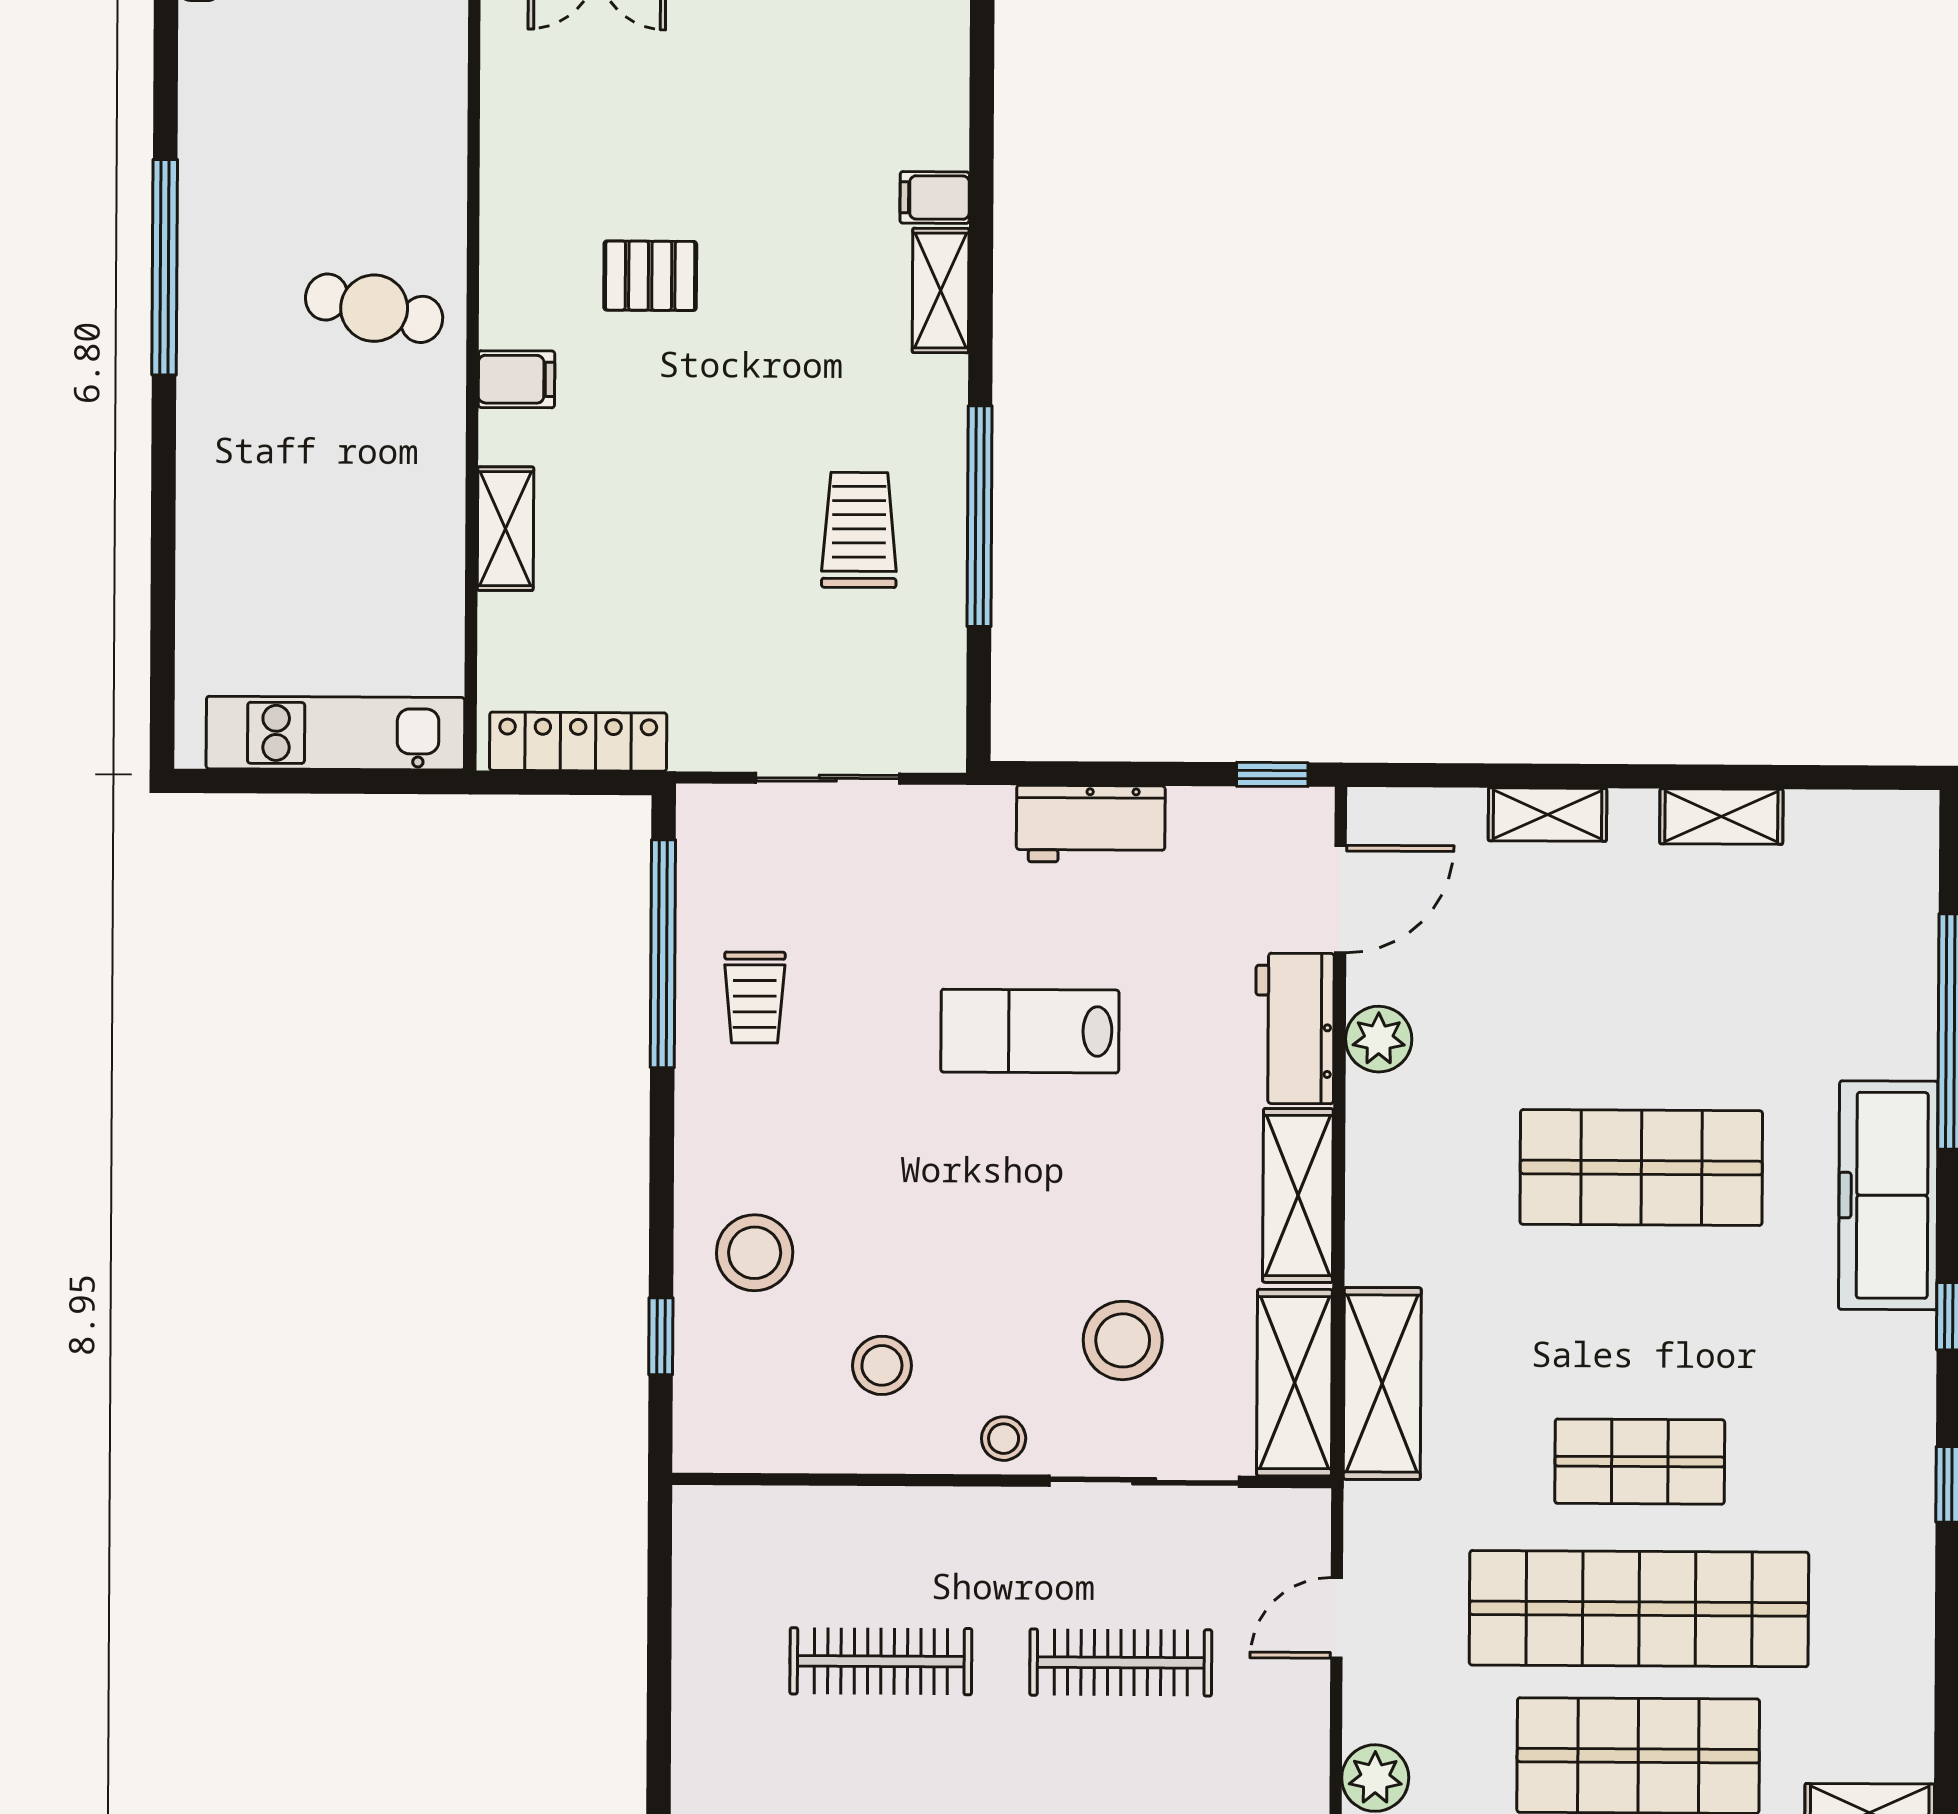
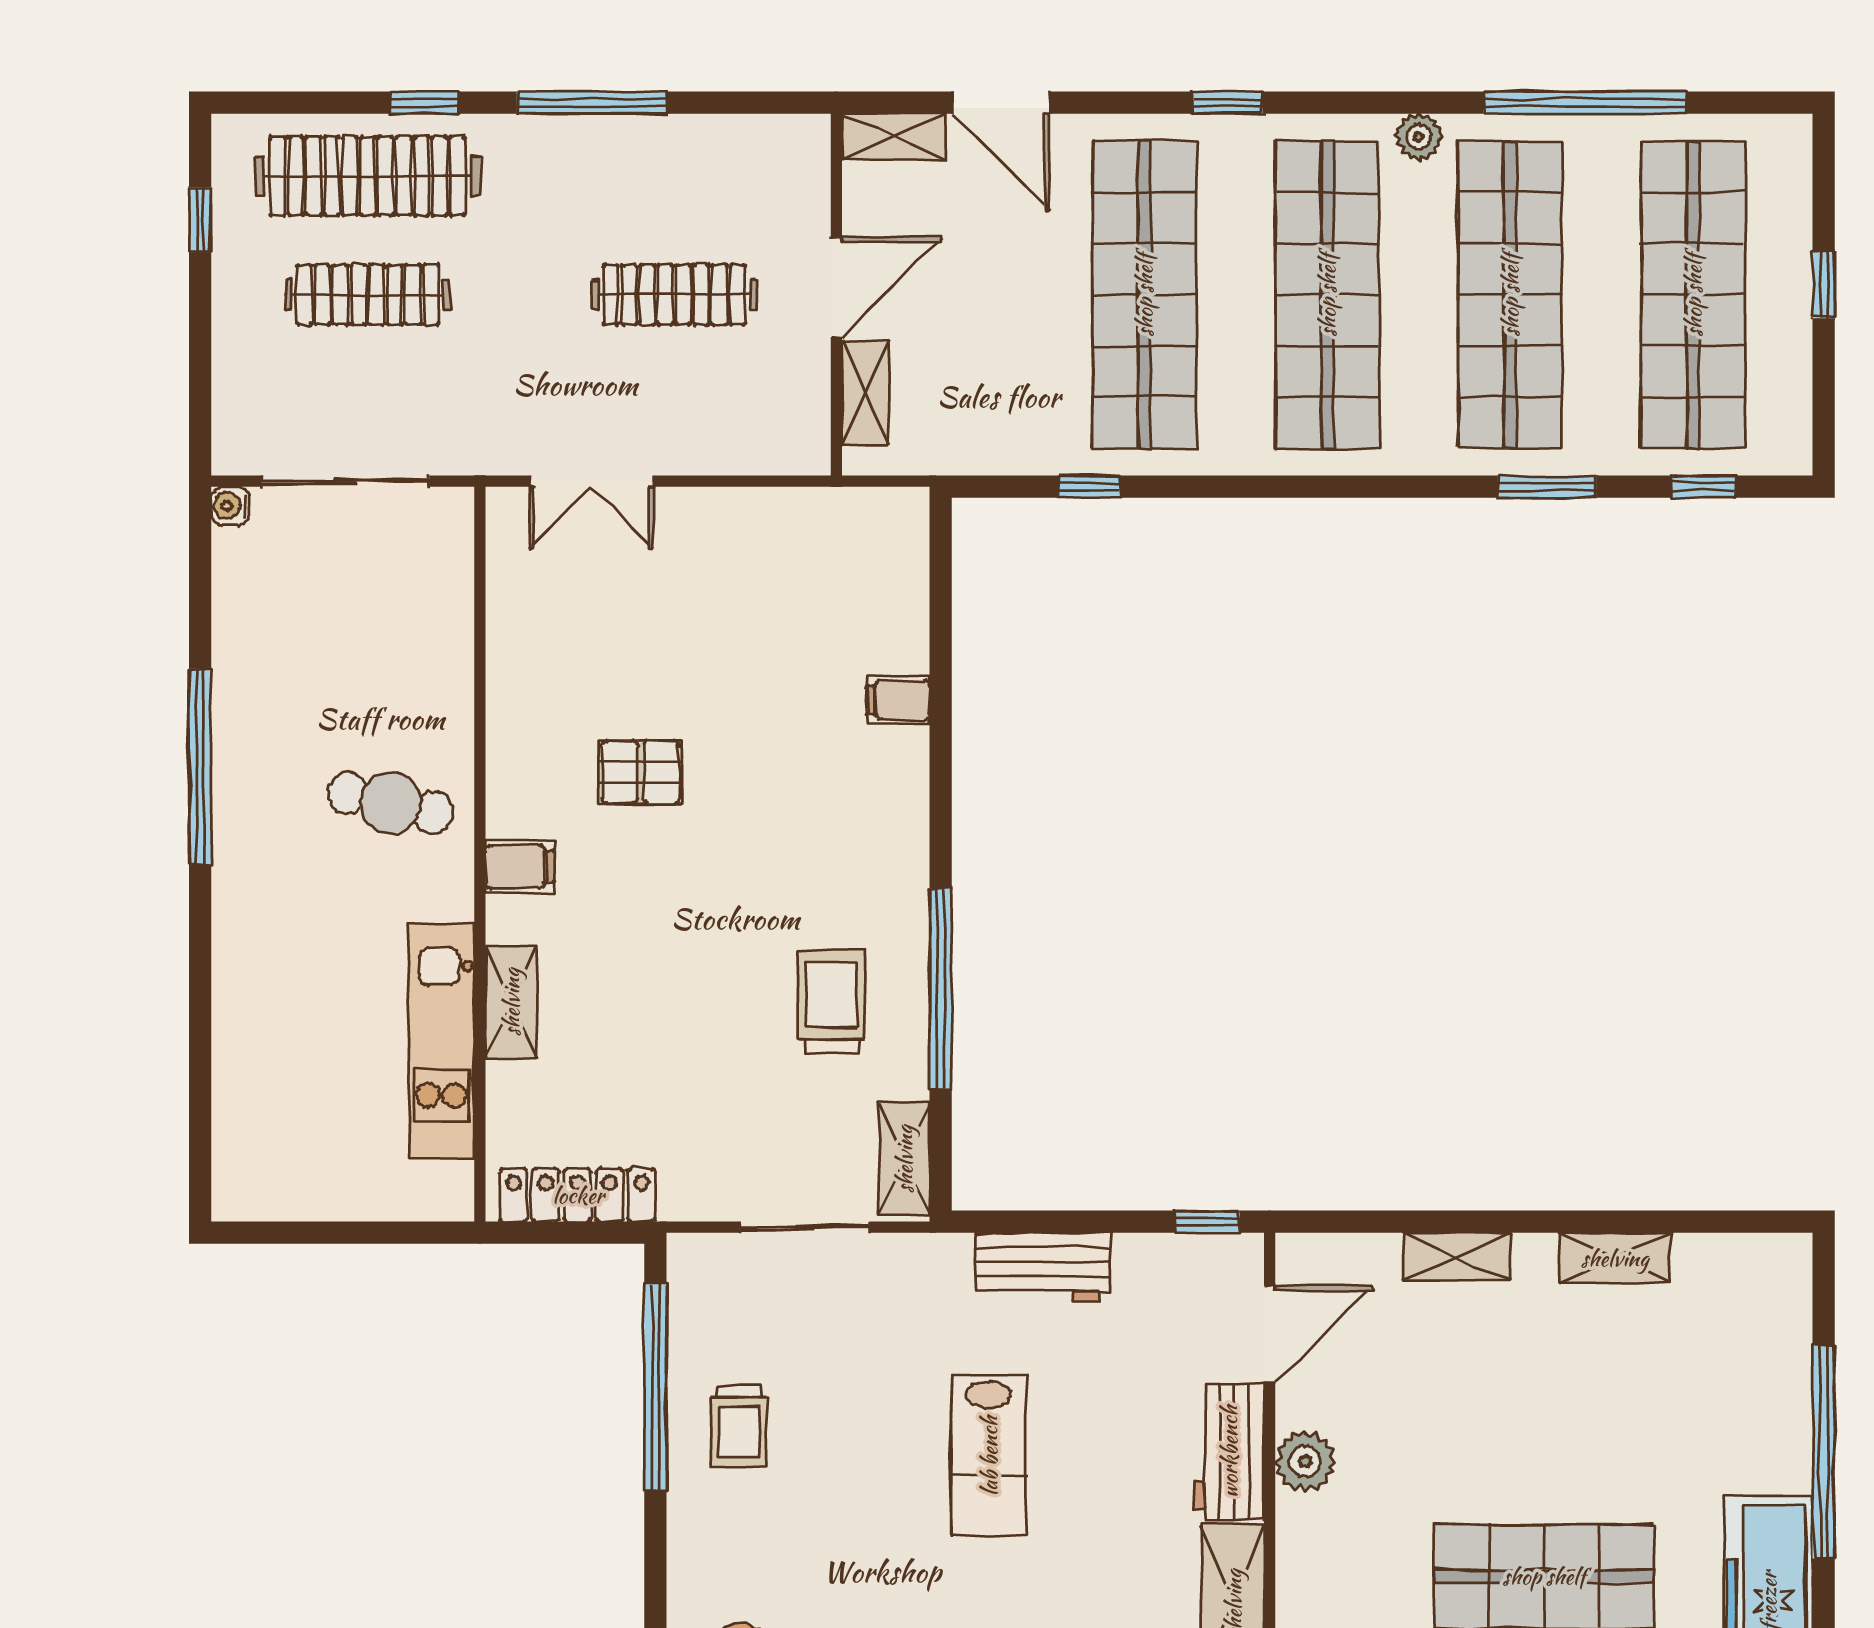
shelving: (941, 290) -> (904, 1159), moved
kitchen unit: (335, 733) -> (441, 1041), moved, turned -90
lab bench: (1030, 1031) -> (989, 1456), turned -90

